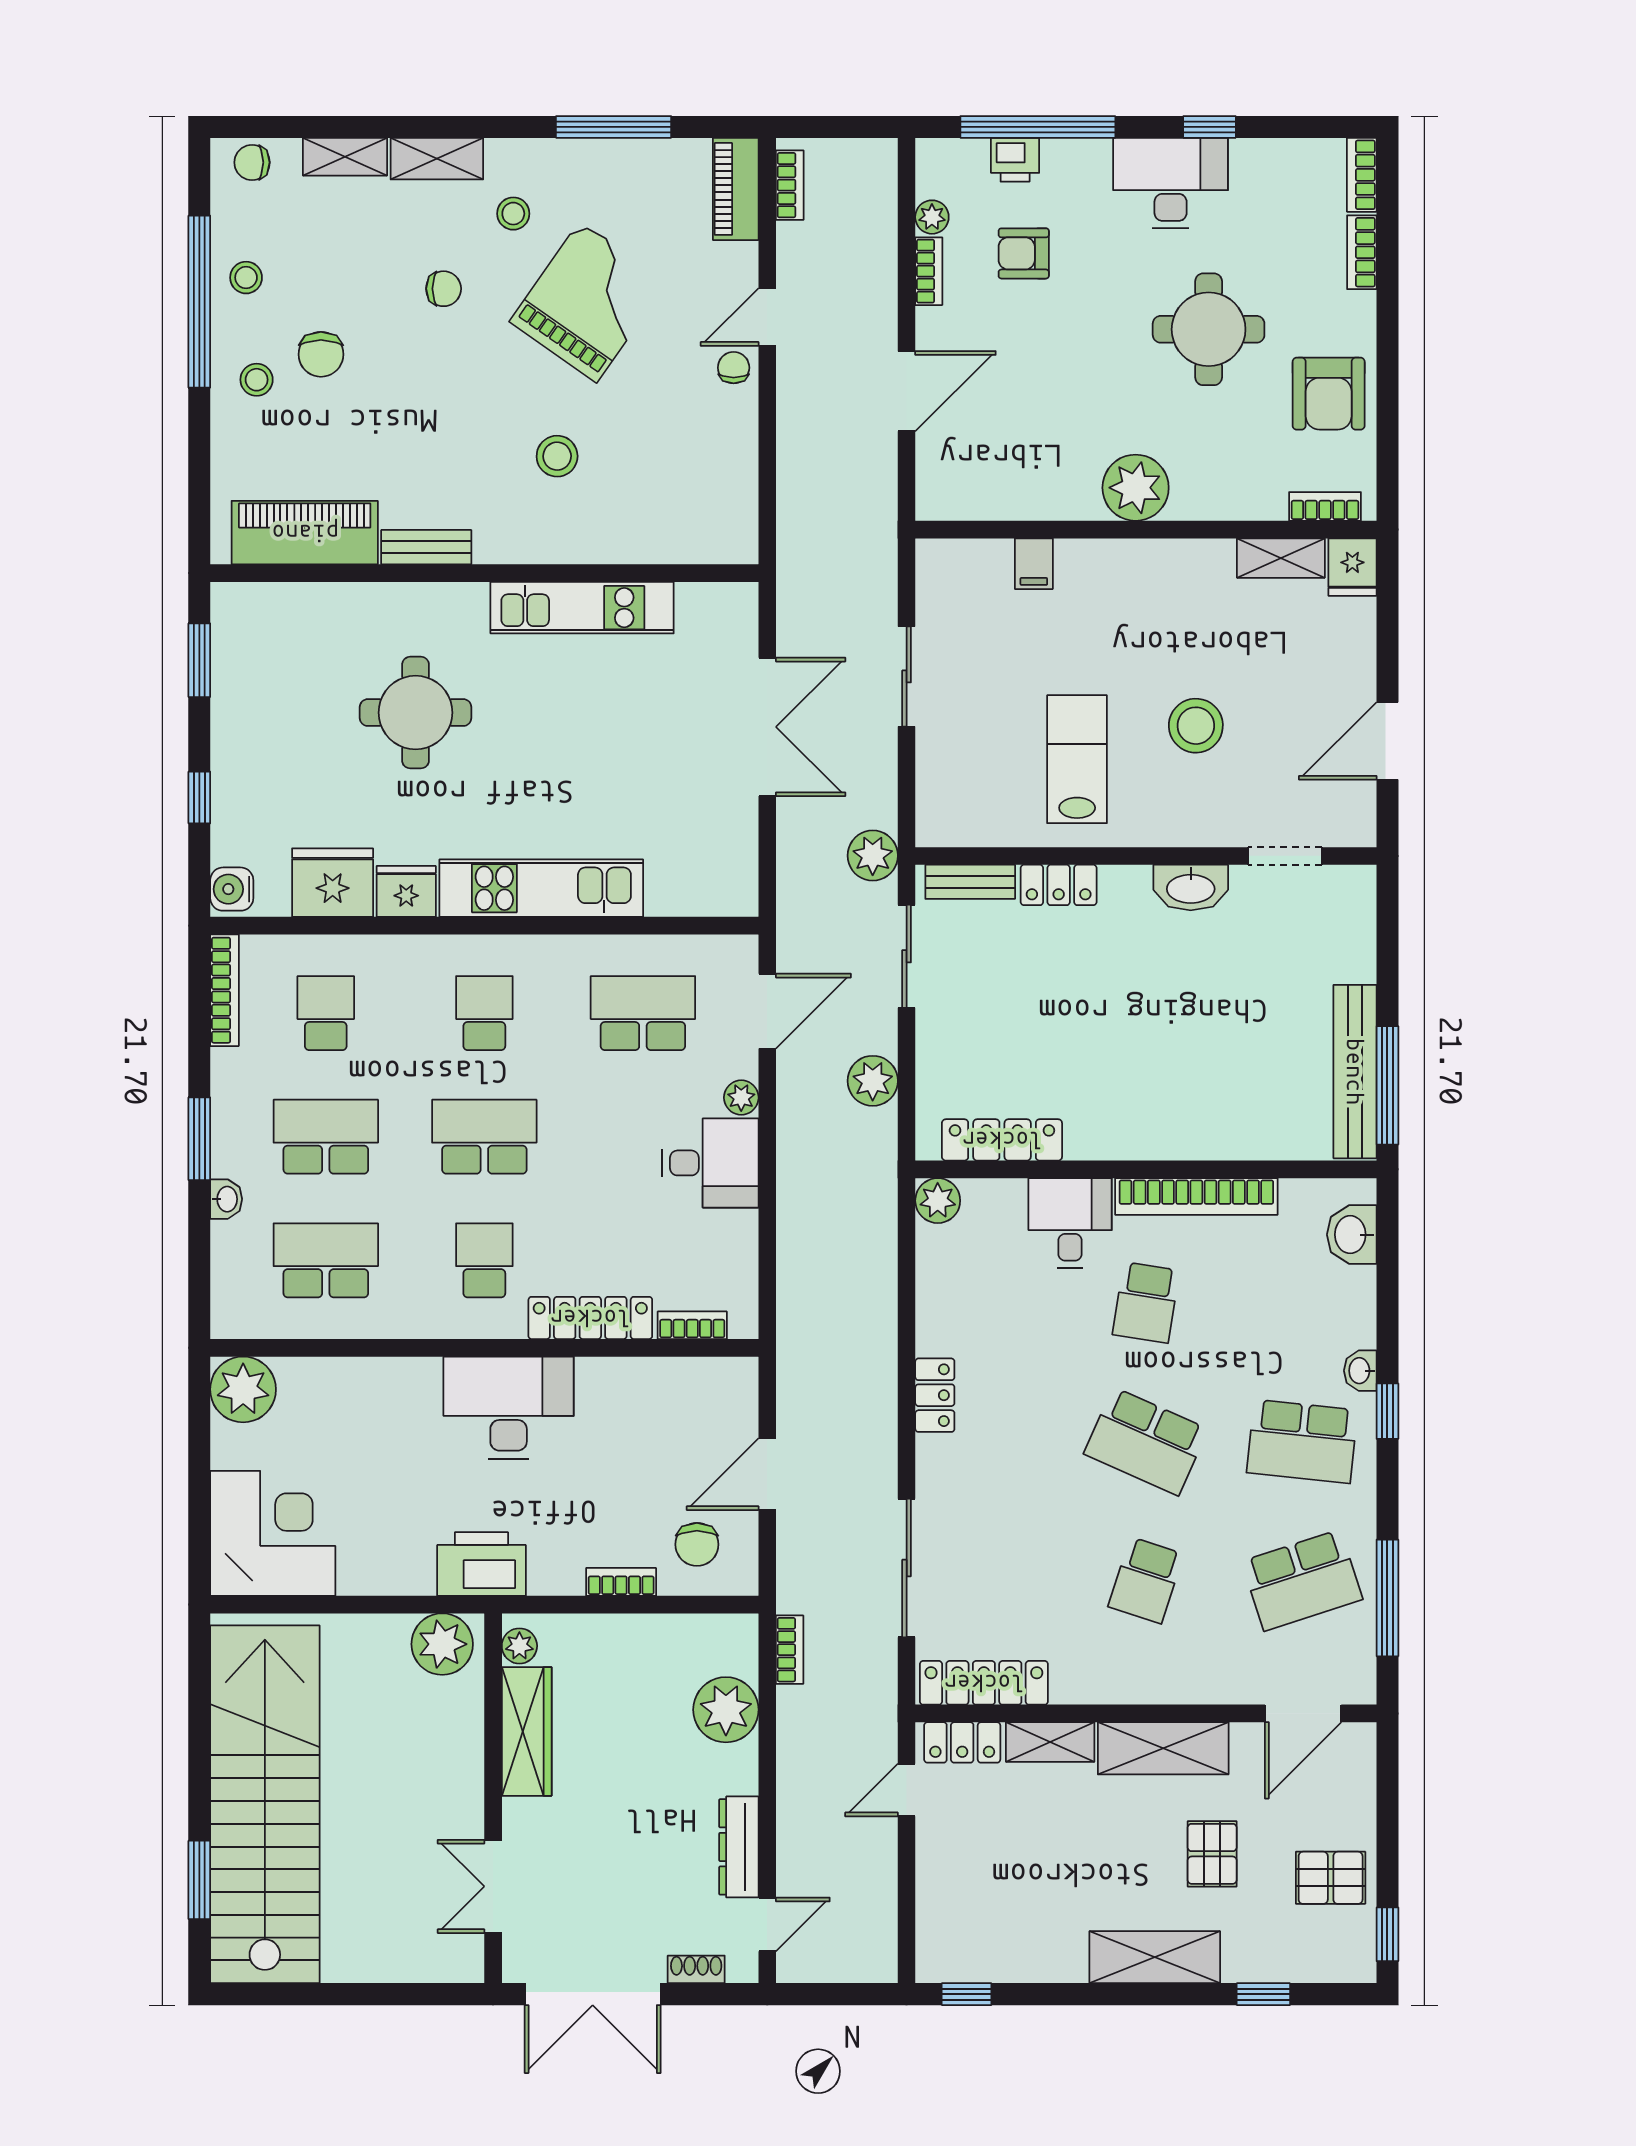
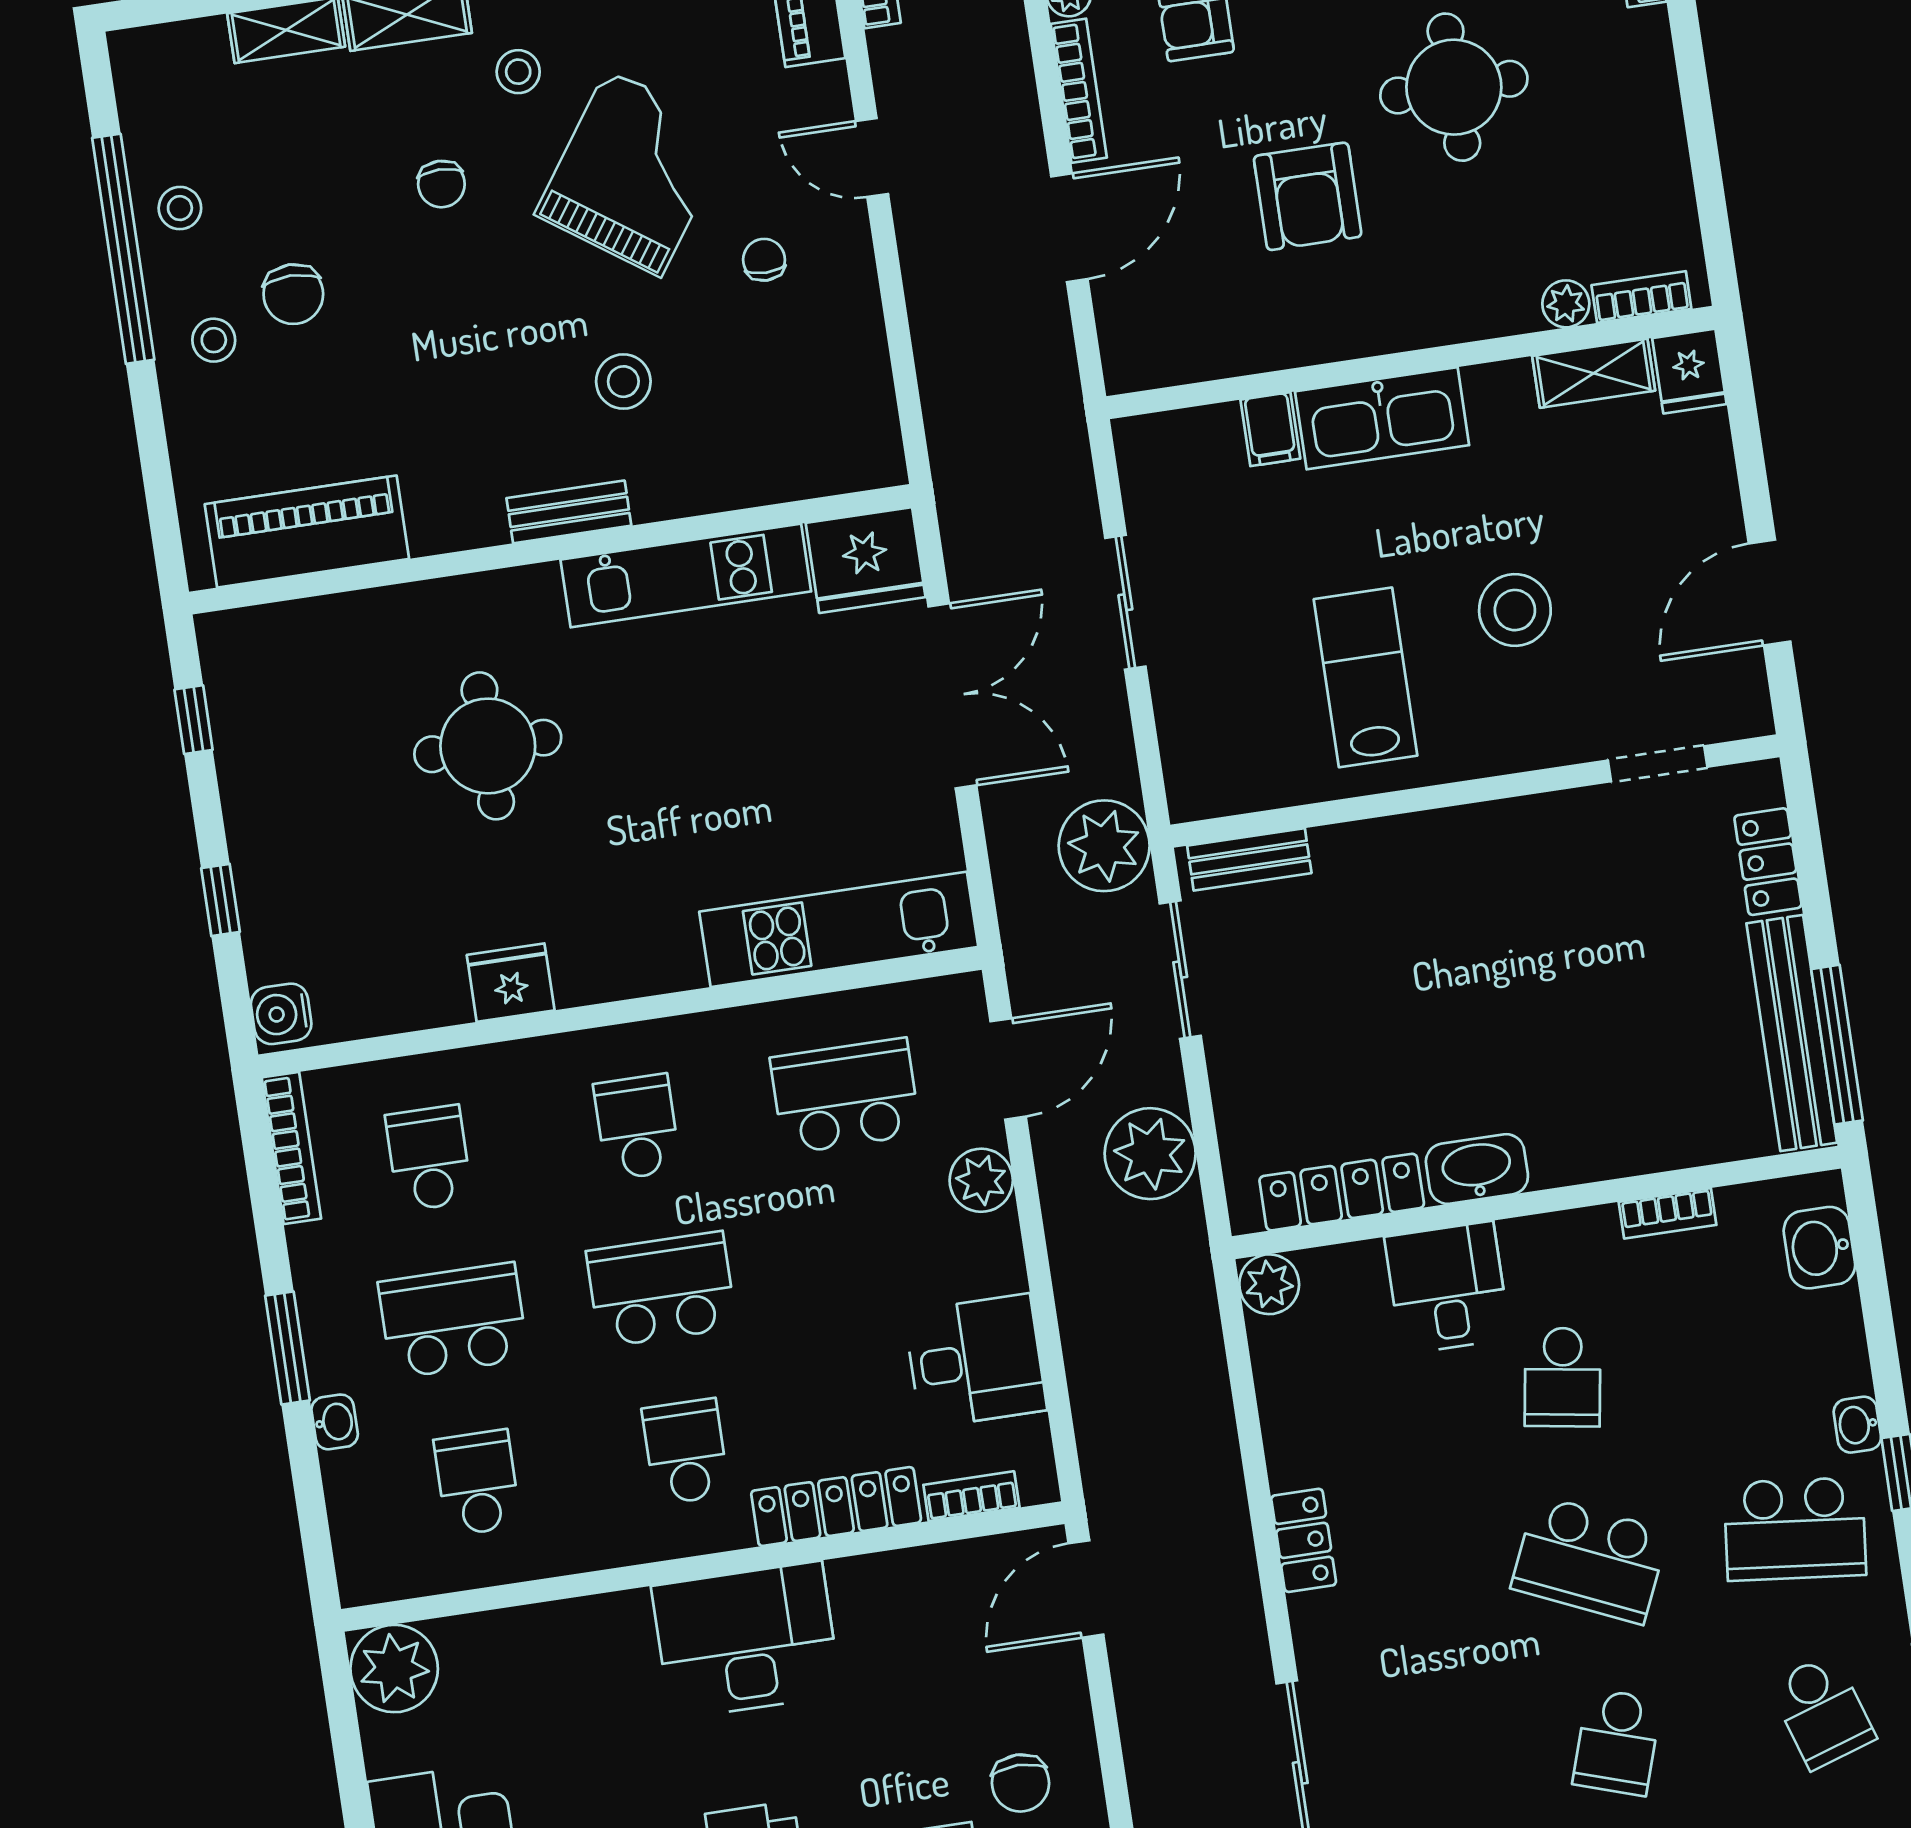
chair: (252, 162) -> (165, 56), removed
bookcase: (929, 271) -> (1079, 91), width x1.56
chair: (444, 289) -> (441, 184), turned 90
door: (767, 317) -> (872, 158), hinge flipped
chair: (734, 368) -> (764, 260), moved
armchair: (1329, 394) -> (1308, 196), moved
plant: (1136, 488) -> (1566, 304), moved, width x0.53, depth x0.53
bench: (426, 547) -> (569, 512), moved
kitchen sink: (1118, 568) -> (1382, 418), added
window: (199, 660) -> (194, 720), width x0.67
plant: (873, 856) -> (1104, 846), width x1.36, depth x1.36
fridge: (333, 883) -> (866, 560), moved, turned 180
locker: (1059, 885) -> (1768, 862), moved, turned 90
kitchen unit: (541, 888) -> (839, 929), moved
washbasin: (1191, 888) -> (1477, 1169), moved, turned 180
plant: (873, 1081) -> (1150, 1154), width x1.36, depth x1.36
plant: (741, 1098) -> (981, 1180), width x1.38, depth x1.38
desk: (710, 1163) -> (976, 1361), moved
bookcase: (1196, 1196) -> (1668, 1213), width x0.43, depth x0.76
school desk: (326, 1260) -> (477, 1483), width x0.54
door: (767, 1474) -> (1086, 1589), moved
school desk: (1302, 1580) -> (1822, 1711), width x0.54

